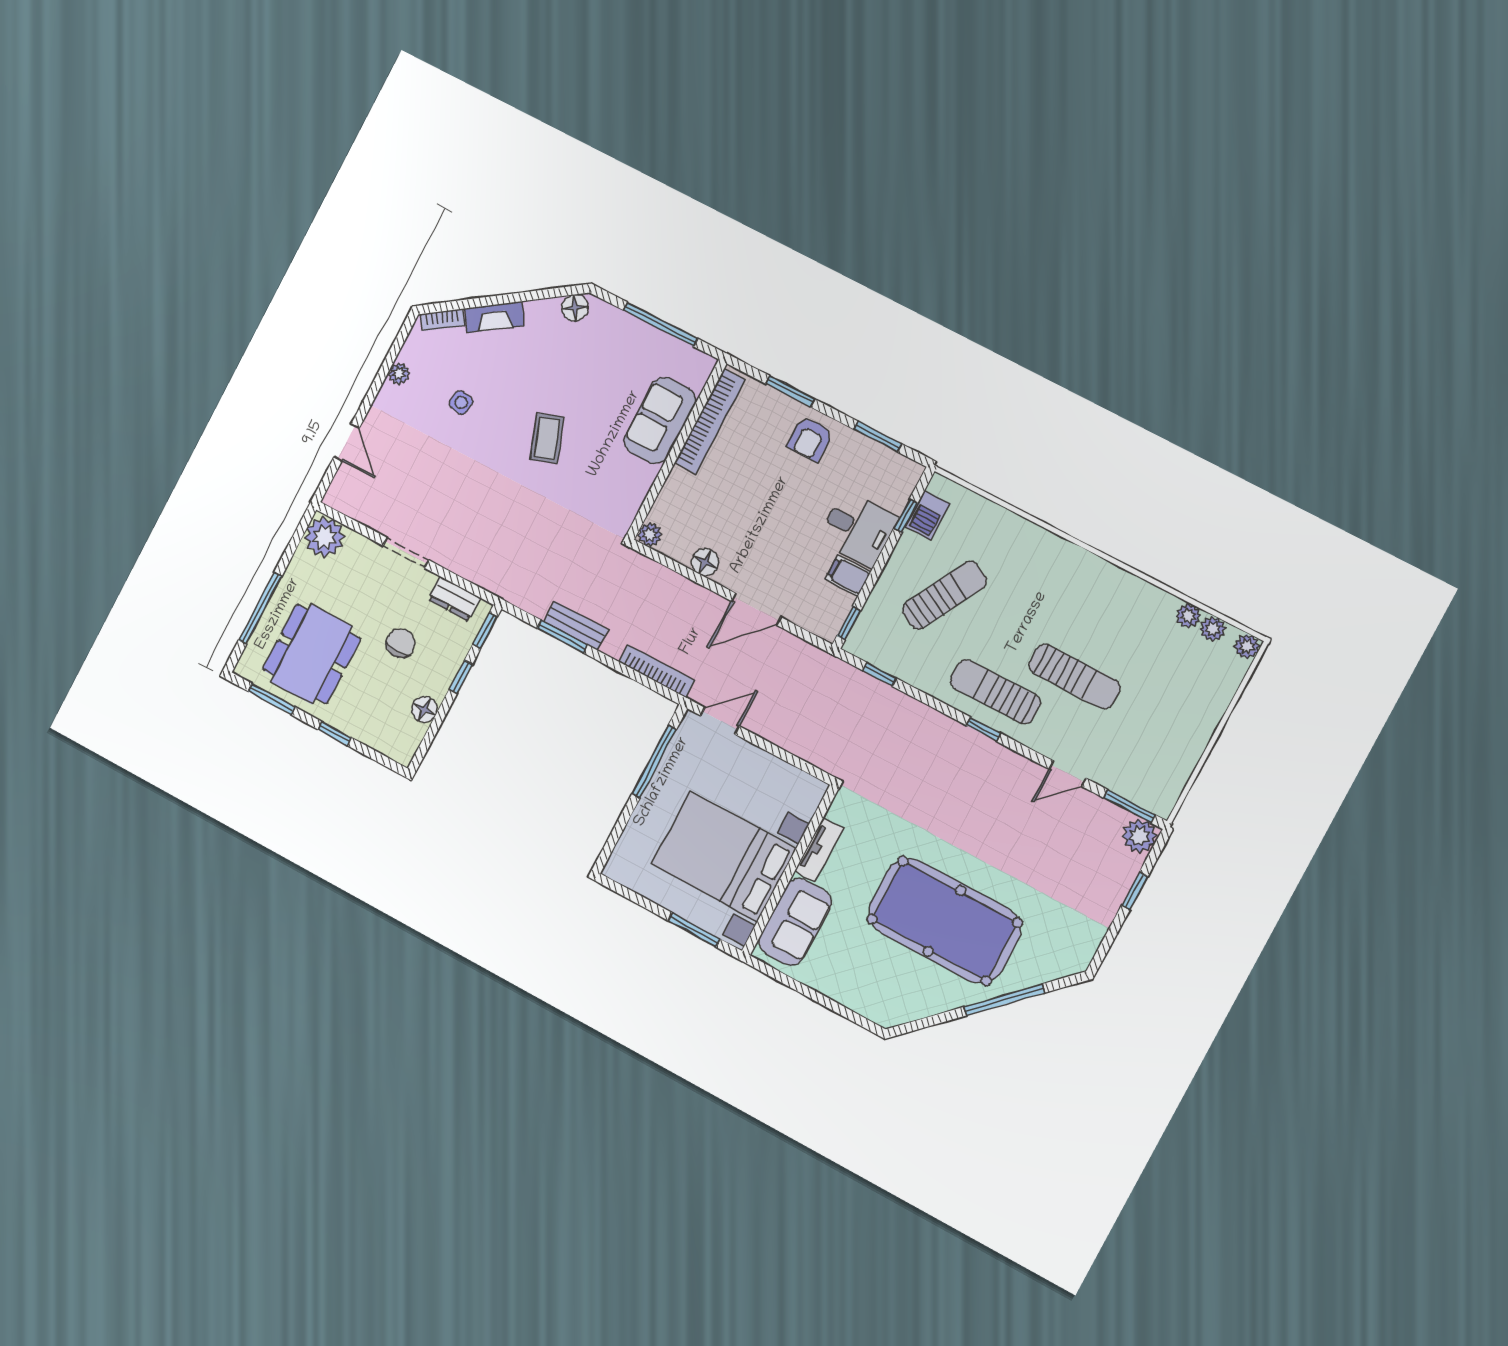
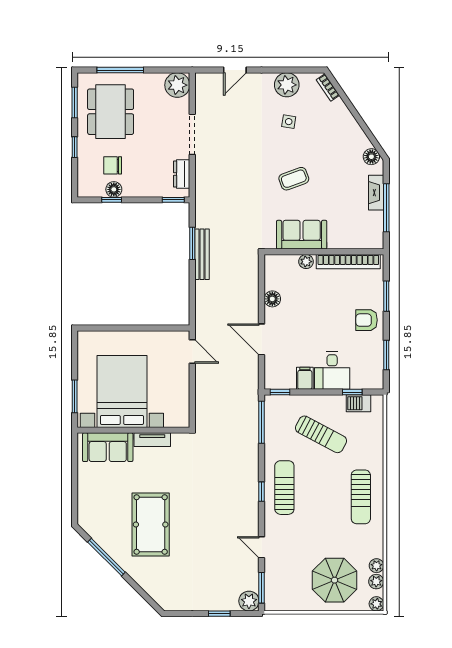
fireplace: (494, 317) -> (376, 193), moved, turned 34
plant: (399, 374) -> (287, 85), width x1.88, depth x1.88
sofa: (660, 420) -> (302, 235), moved
plant: (650, 535) -> (306, 262), moved
doorway: (406, 553) -> (192, 134), width x1.38
bench: (576, 626) -> (202, 254), width x1.36
chair: (401, 643) -> (113, 165), moved, turned 180
dining table: (312, 654) -> (111, 112), turned 90
bookcase: (657, 671) -> (201, 304), removed
window: (879, 674) -> (262, 422), width x2.17
window: (461, 677) -> (112, 200), moved
sun lounger: (1074, 677) -> (361, 497), moved
parasol: (1177, 691) -> (335, 580), added
window: (654, 762) -> (152, 328), removed
pool table: (944, 921) -> (151, 525), width x0.73, depth x0.76
window: (1004, 1000) -> (106, 557), moved

